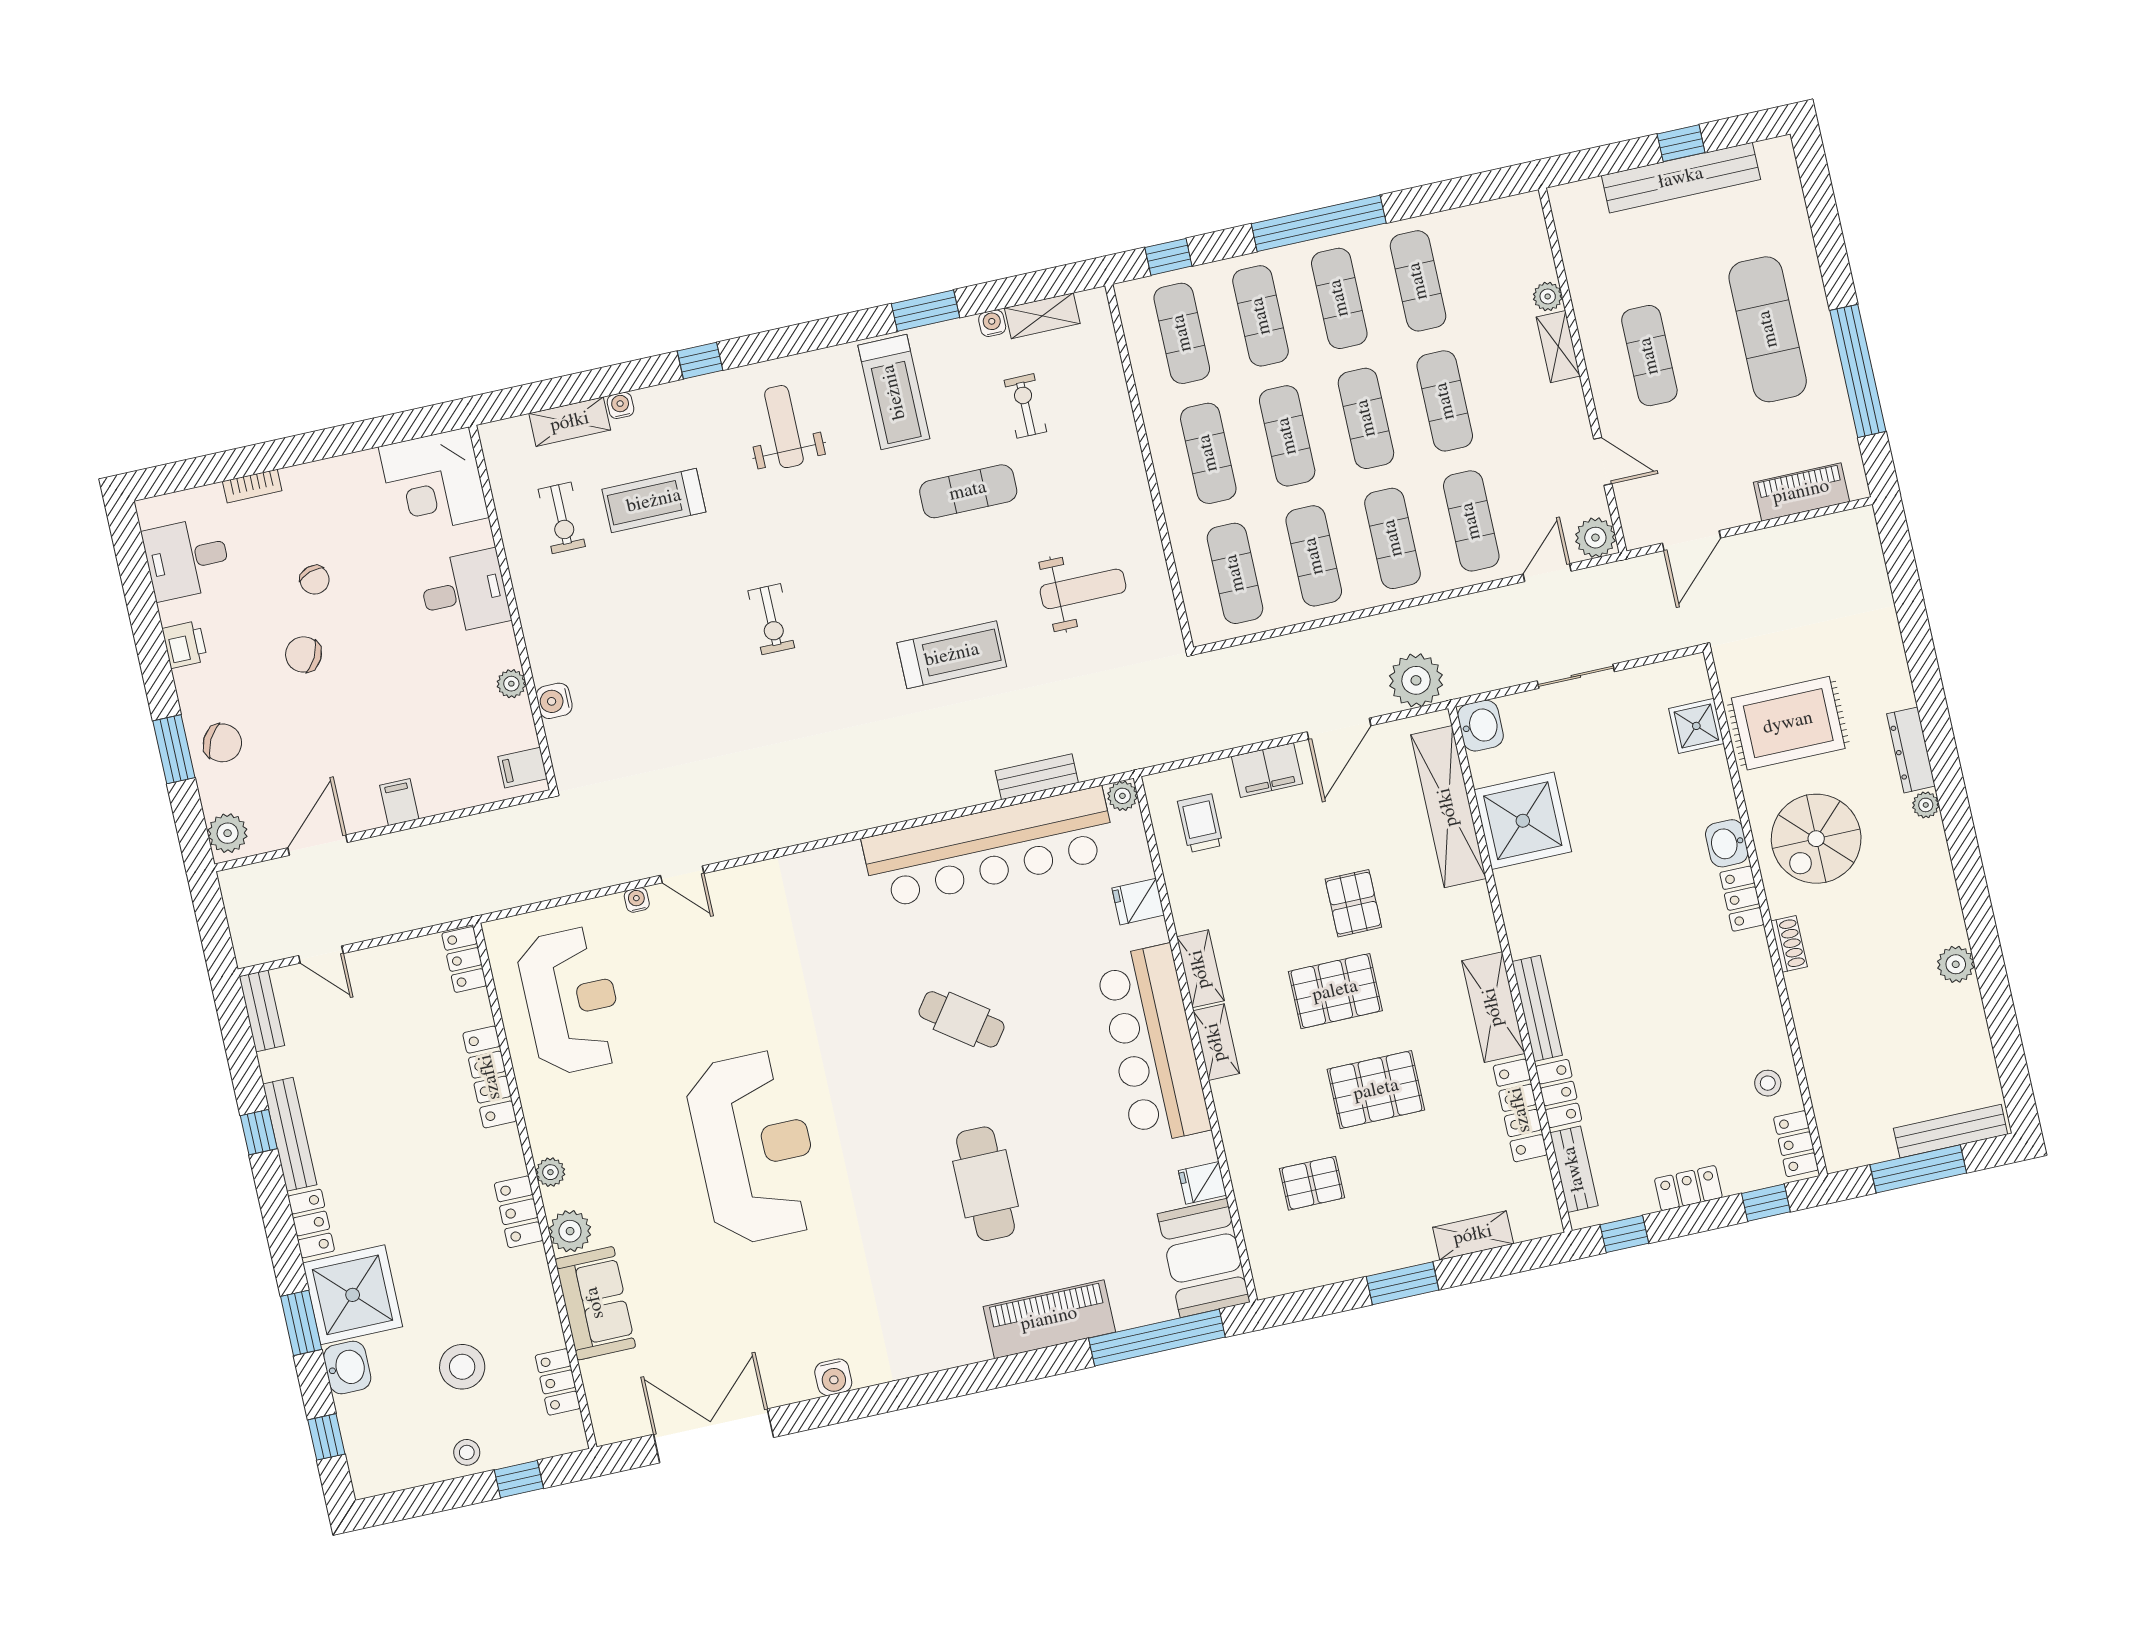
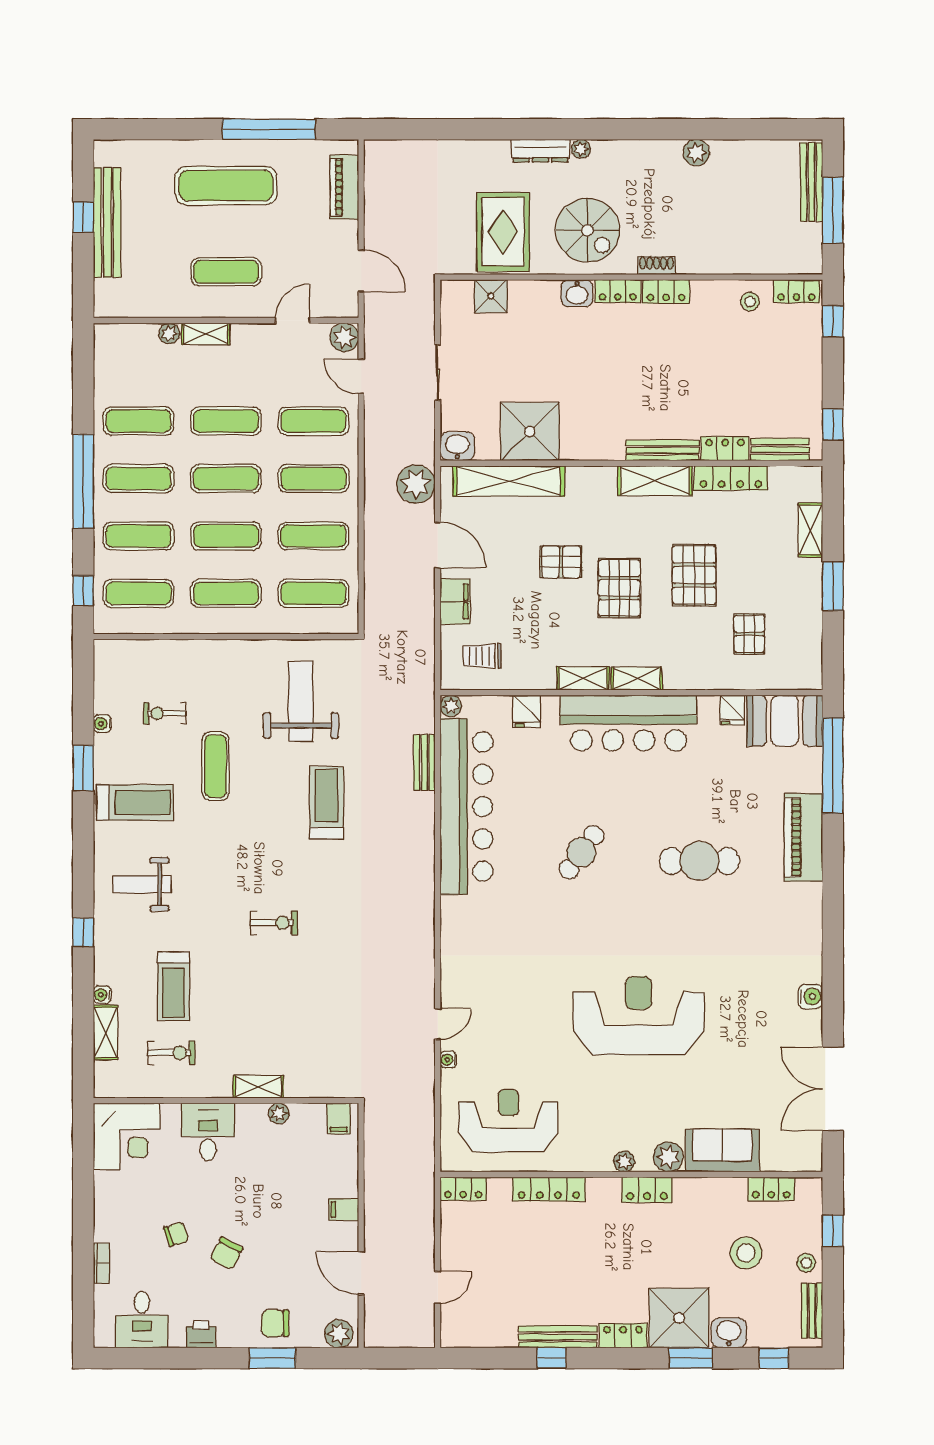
shelving: (1042, 316) -> (258, 1087), moved, turned 90
weight bench: (1083, 589) -> (301, 701), width x1.36, depth x1.33
water cooler: (554, 701) -> (297, 1086), removed
chair: (222, 743) -> (275, 1323), turned -118
bench: (262, 1011) -> (812, 1311), moved, turned 90
locker: (1688, 1188) -> (666, 292), moved, turned -90

